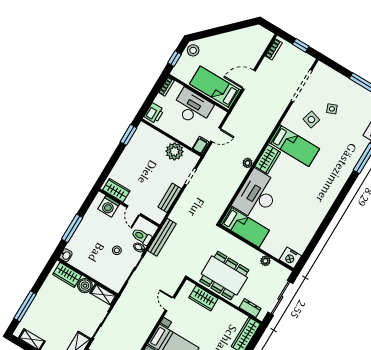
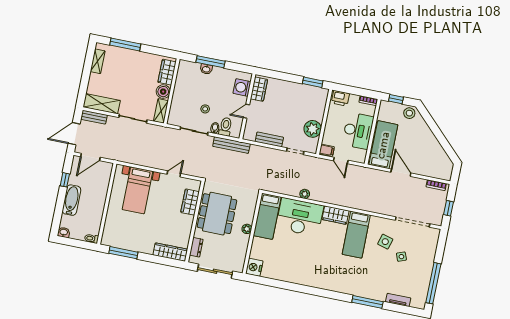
plant: (248, 163) -> (305, 194), moved
washbasin: (66, 255) -> (206, 69), moved
plant: (265, 261) -> (247, 229), moved

